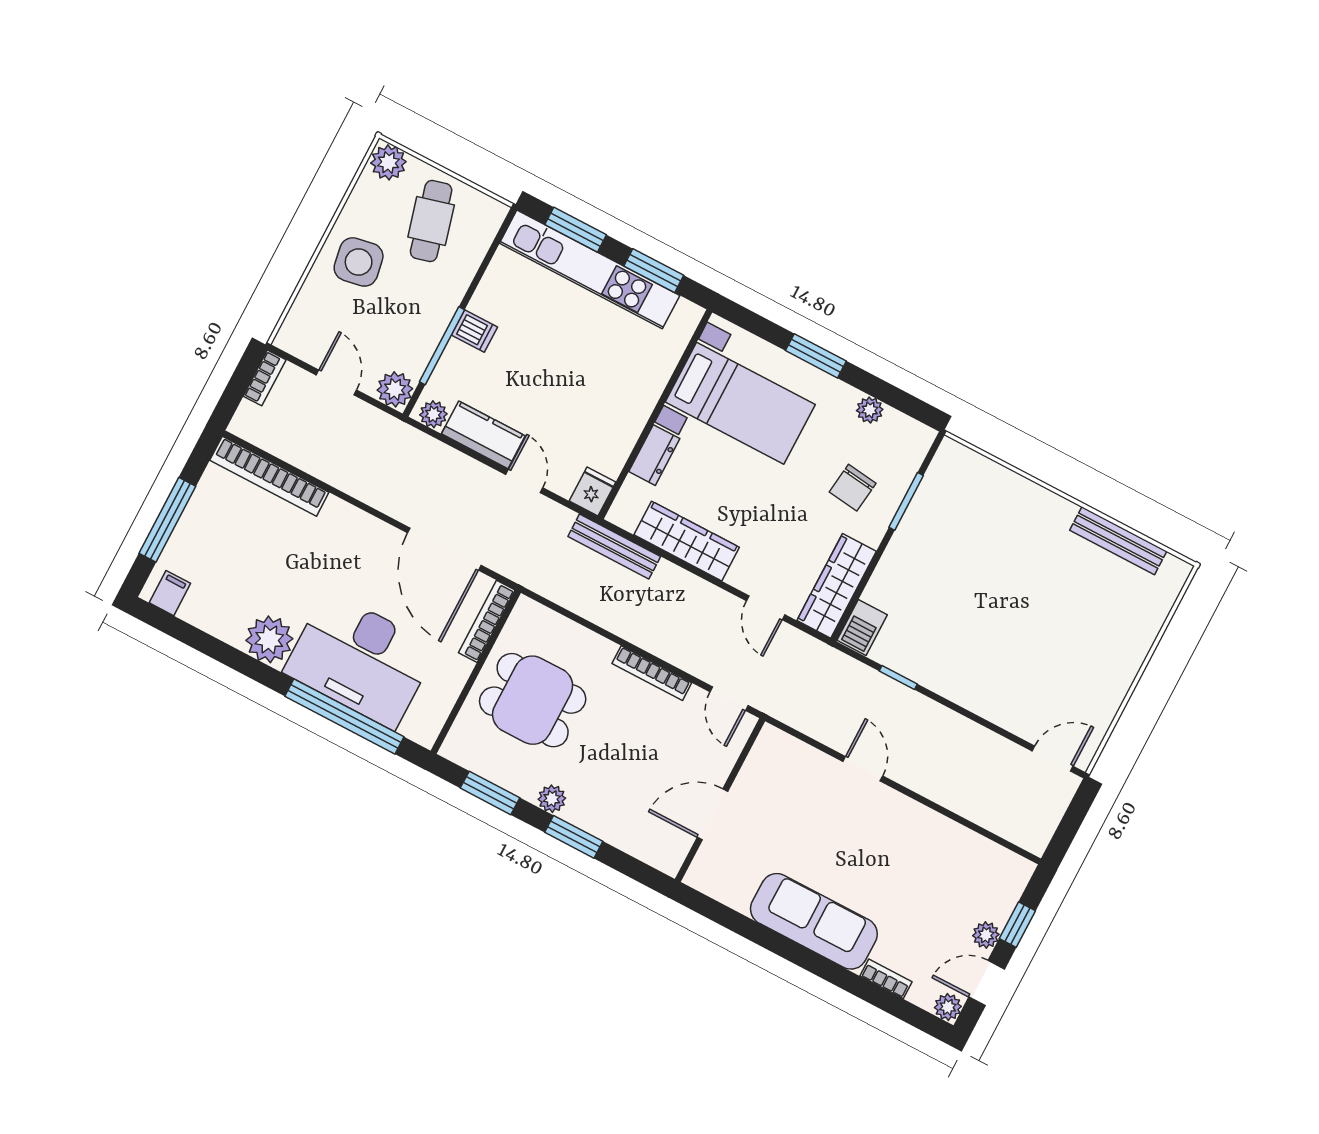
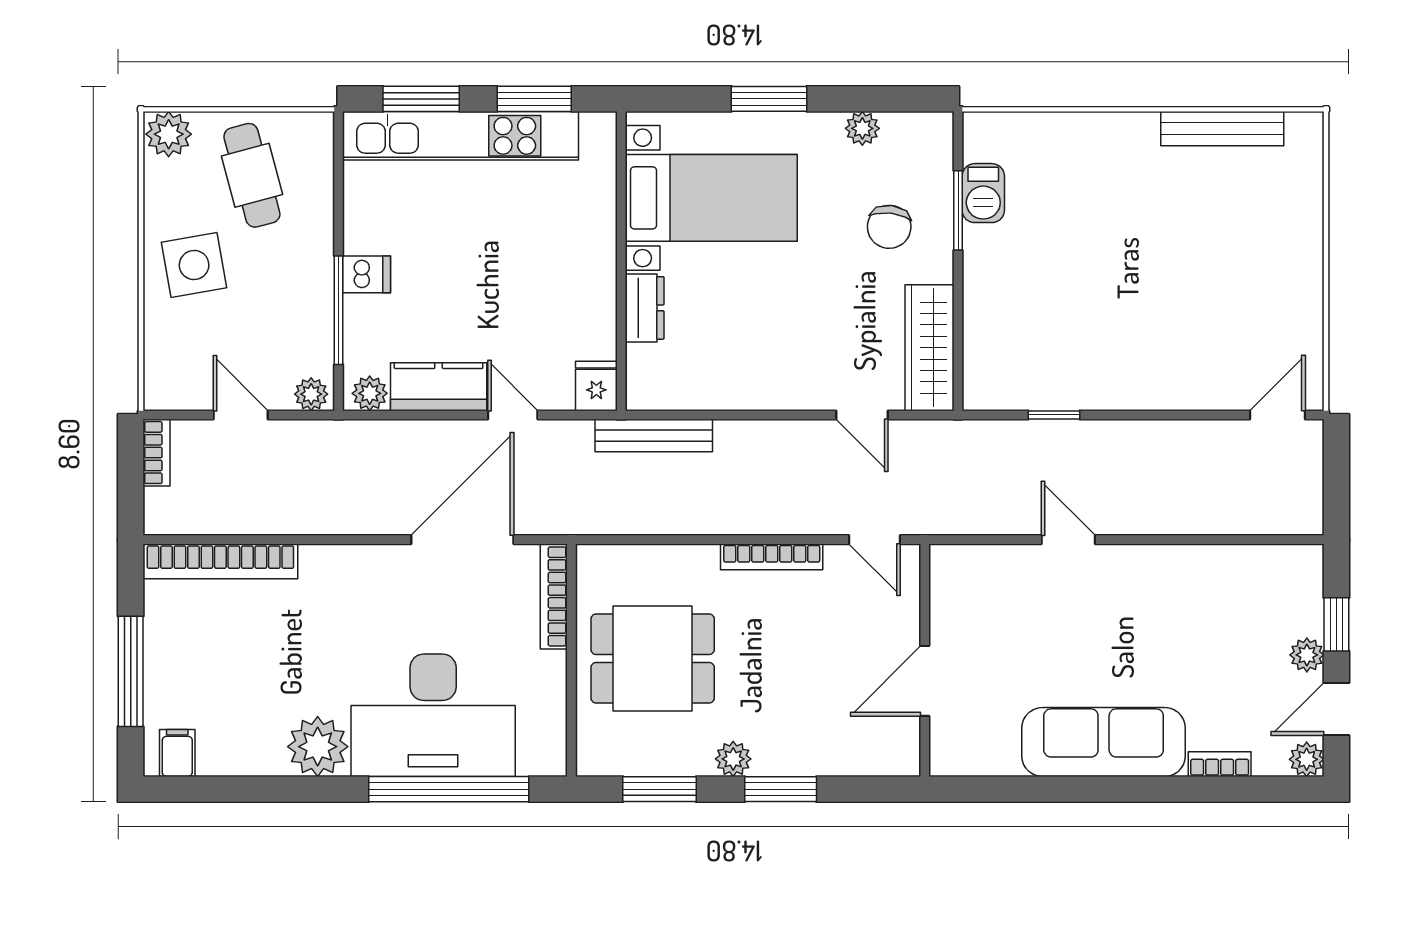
plant: (395, 389) -> (311, 394), width x0.73, depth x0.73
wardrobe: (687, 541) -> (733, 386), removed
door: (444, 549) -> (462, 540), swing flipped
barbecue: (862, 627) -> (983, 193), moved

